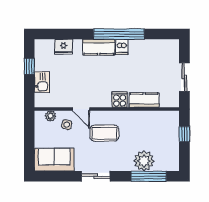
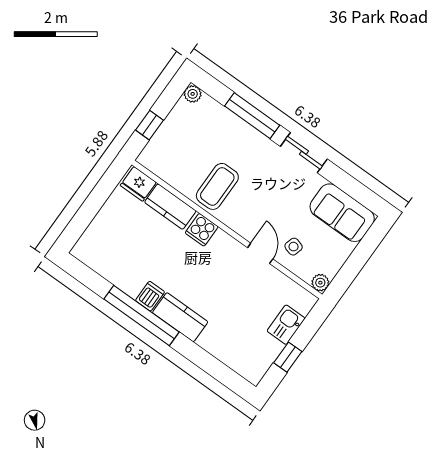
fridge: (64, 47) -> (138, 184), moved, turned 180
sliding door: (184, 77) -> (97, 199), removed
plant: (51, 116) -> (320, 283), moved
coffee table: (104, 133) -> (217, 186), moved, turned 90
plant: (144, 161) -> (193, 94), moved, width x0.53, depth x0.53
window: (149, 176) -> (252, 116), moved

